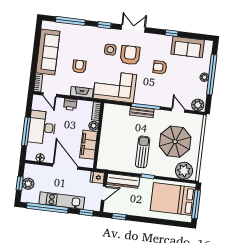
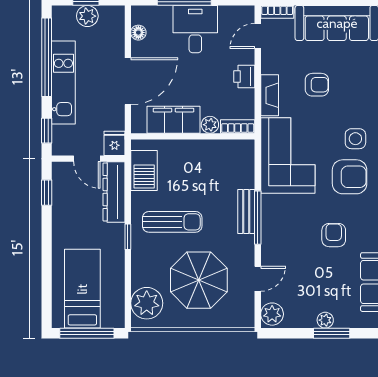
window: (212, 75) -> (332, 333), width x0.47
desk: (42, 127) -> (195, 29), width x0.73
barbecue: (114, 164) -> (144, 171), added
bed: (173, 199) -> (82, 289), width x0.67

